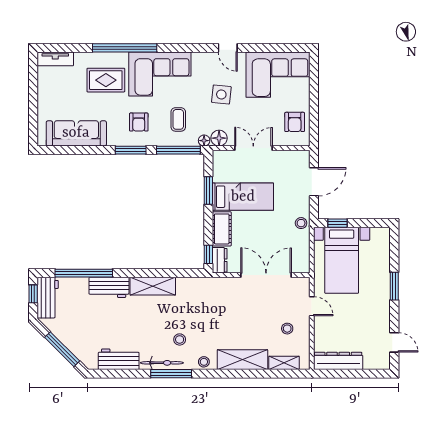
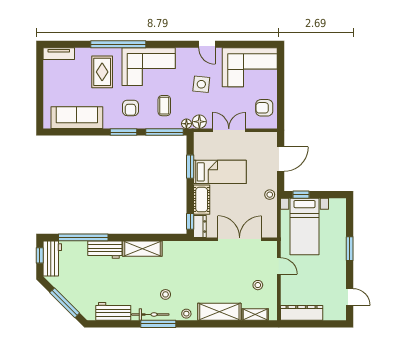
rug: (106, 80) -> (102, 72), turned 90
armchair: (295, 122) -> (264, 108), turned 90

